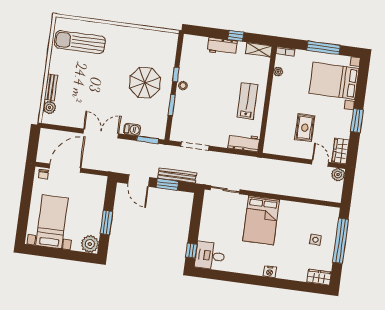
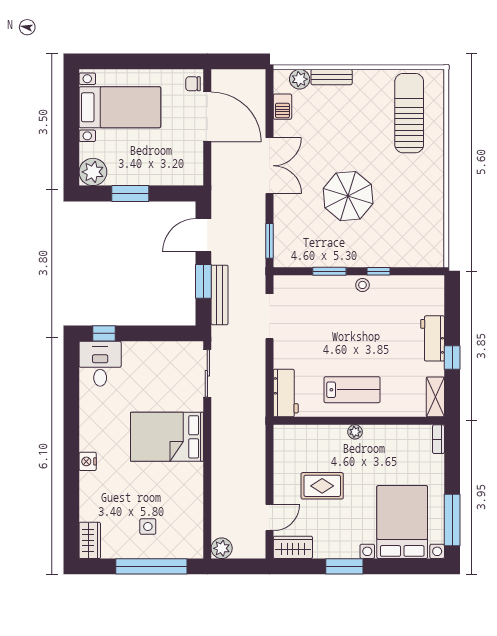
window: (323, 48) -> (452, 520), moved
plant: (278, 72) -> (355, 432), moved
parasol: (145, 83) -> (348, 196), moved
barbecue: (132, 129) -> (282, 107), moved
plant: (338, 175) -> (222, 548), moved

